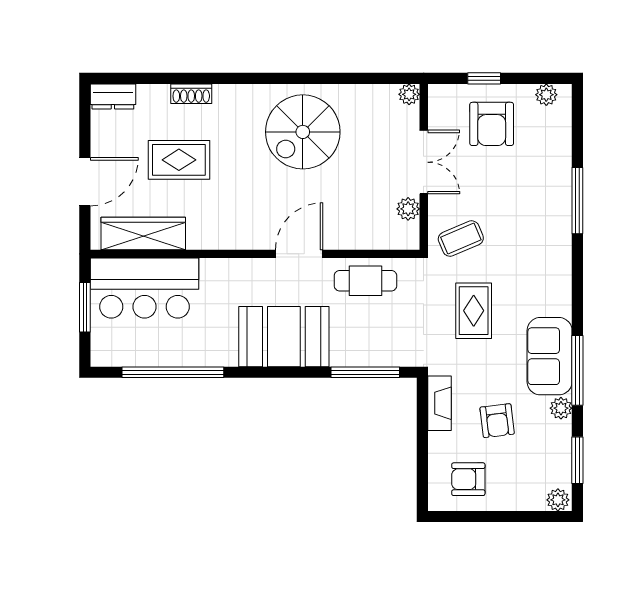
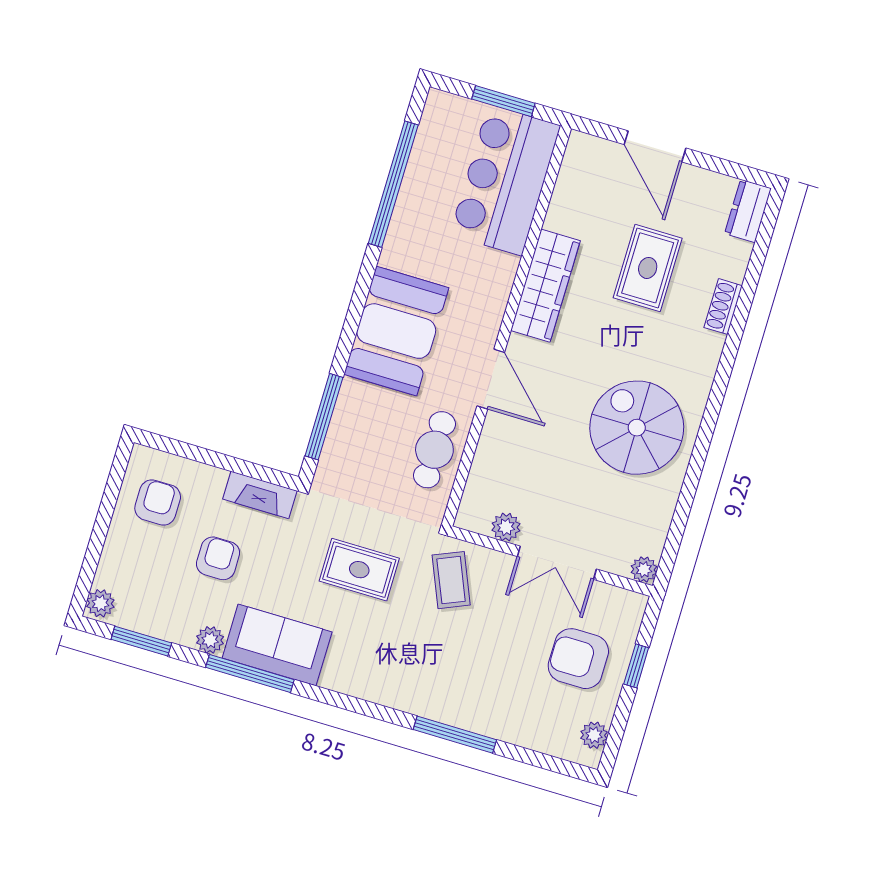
wardrobe: (143, 234) -> (545, 286), moved
armchair: (497, 421) -> (218, 558), turned 97

